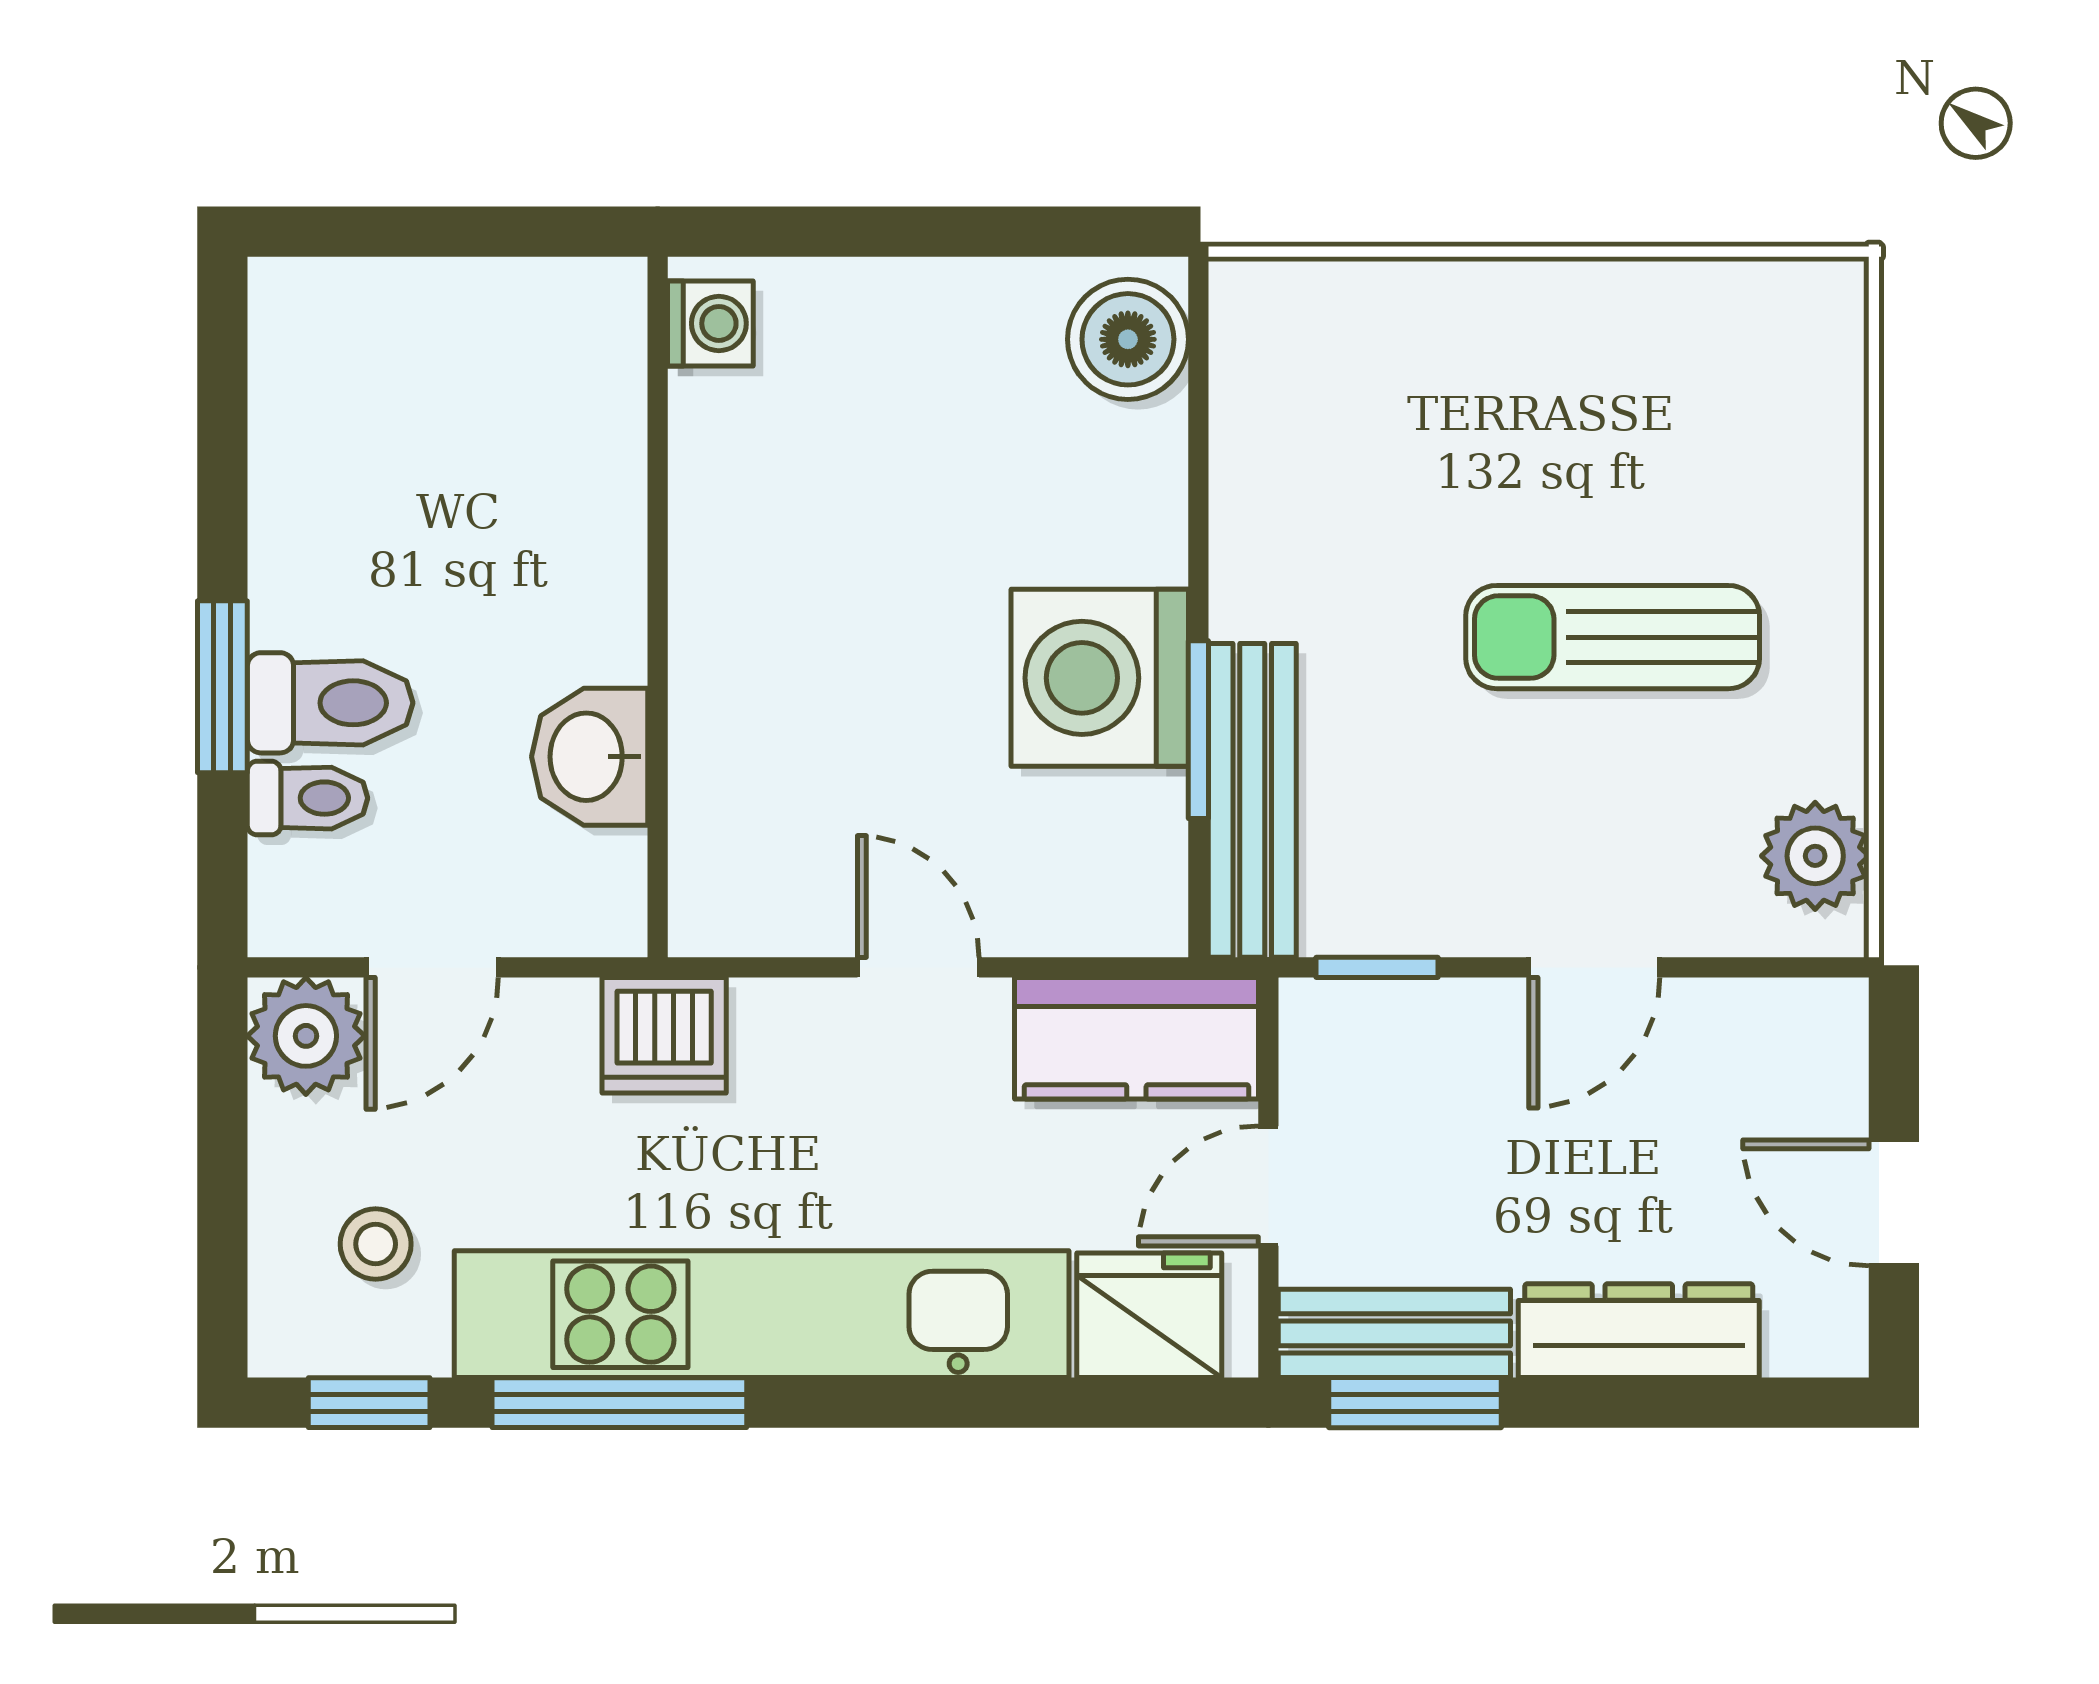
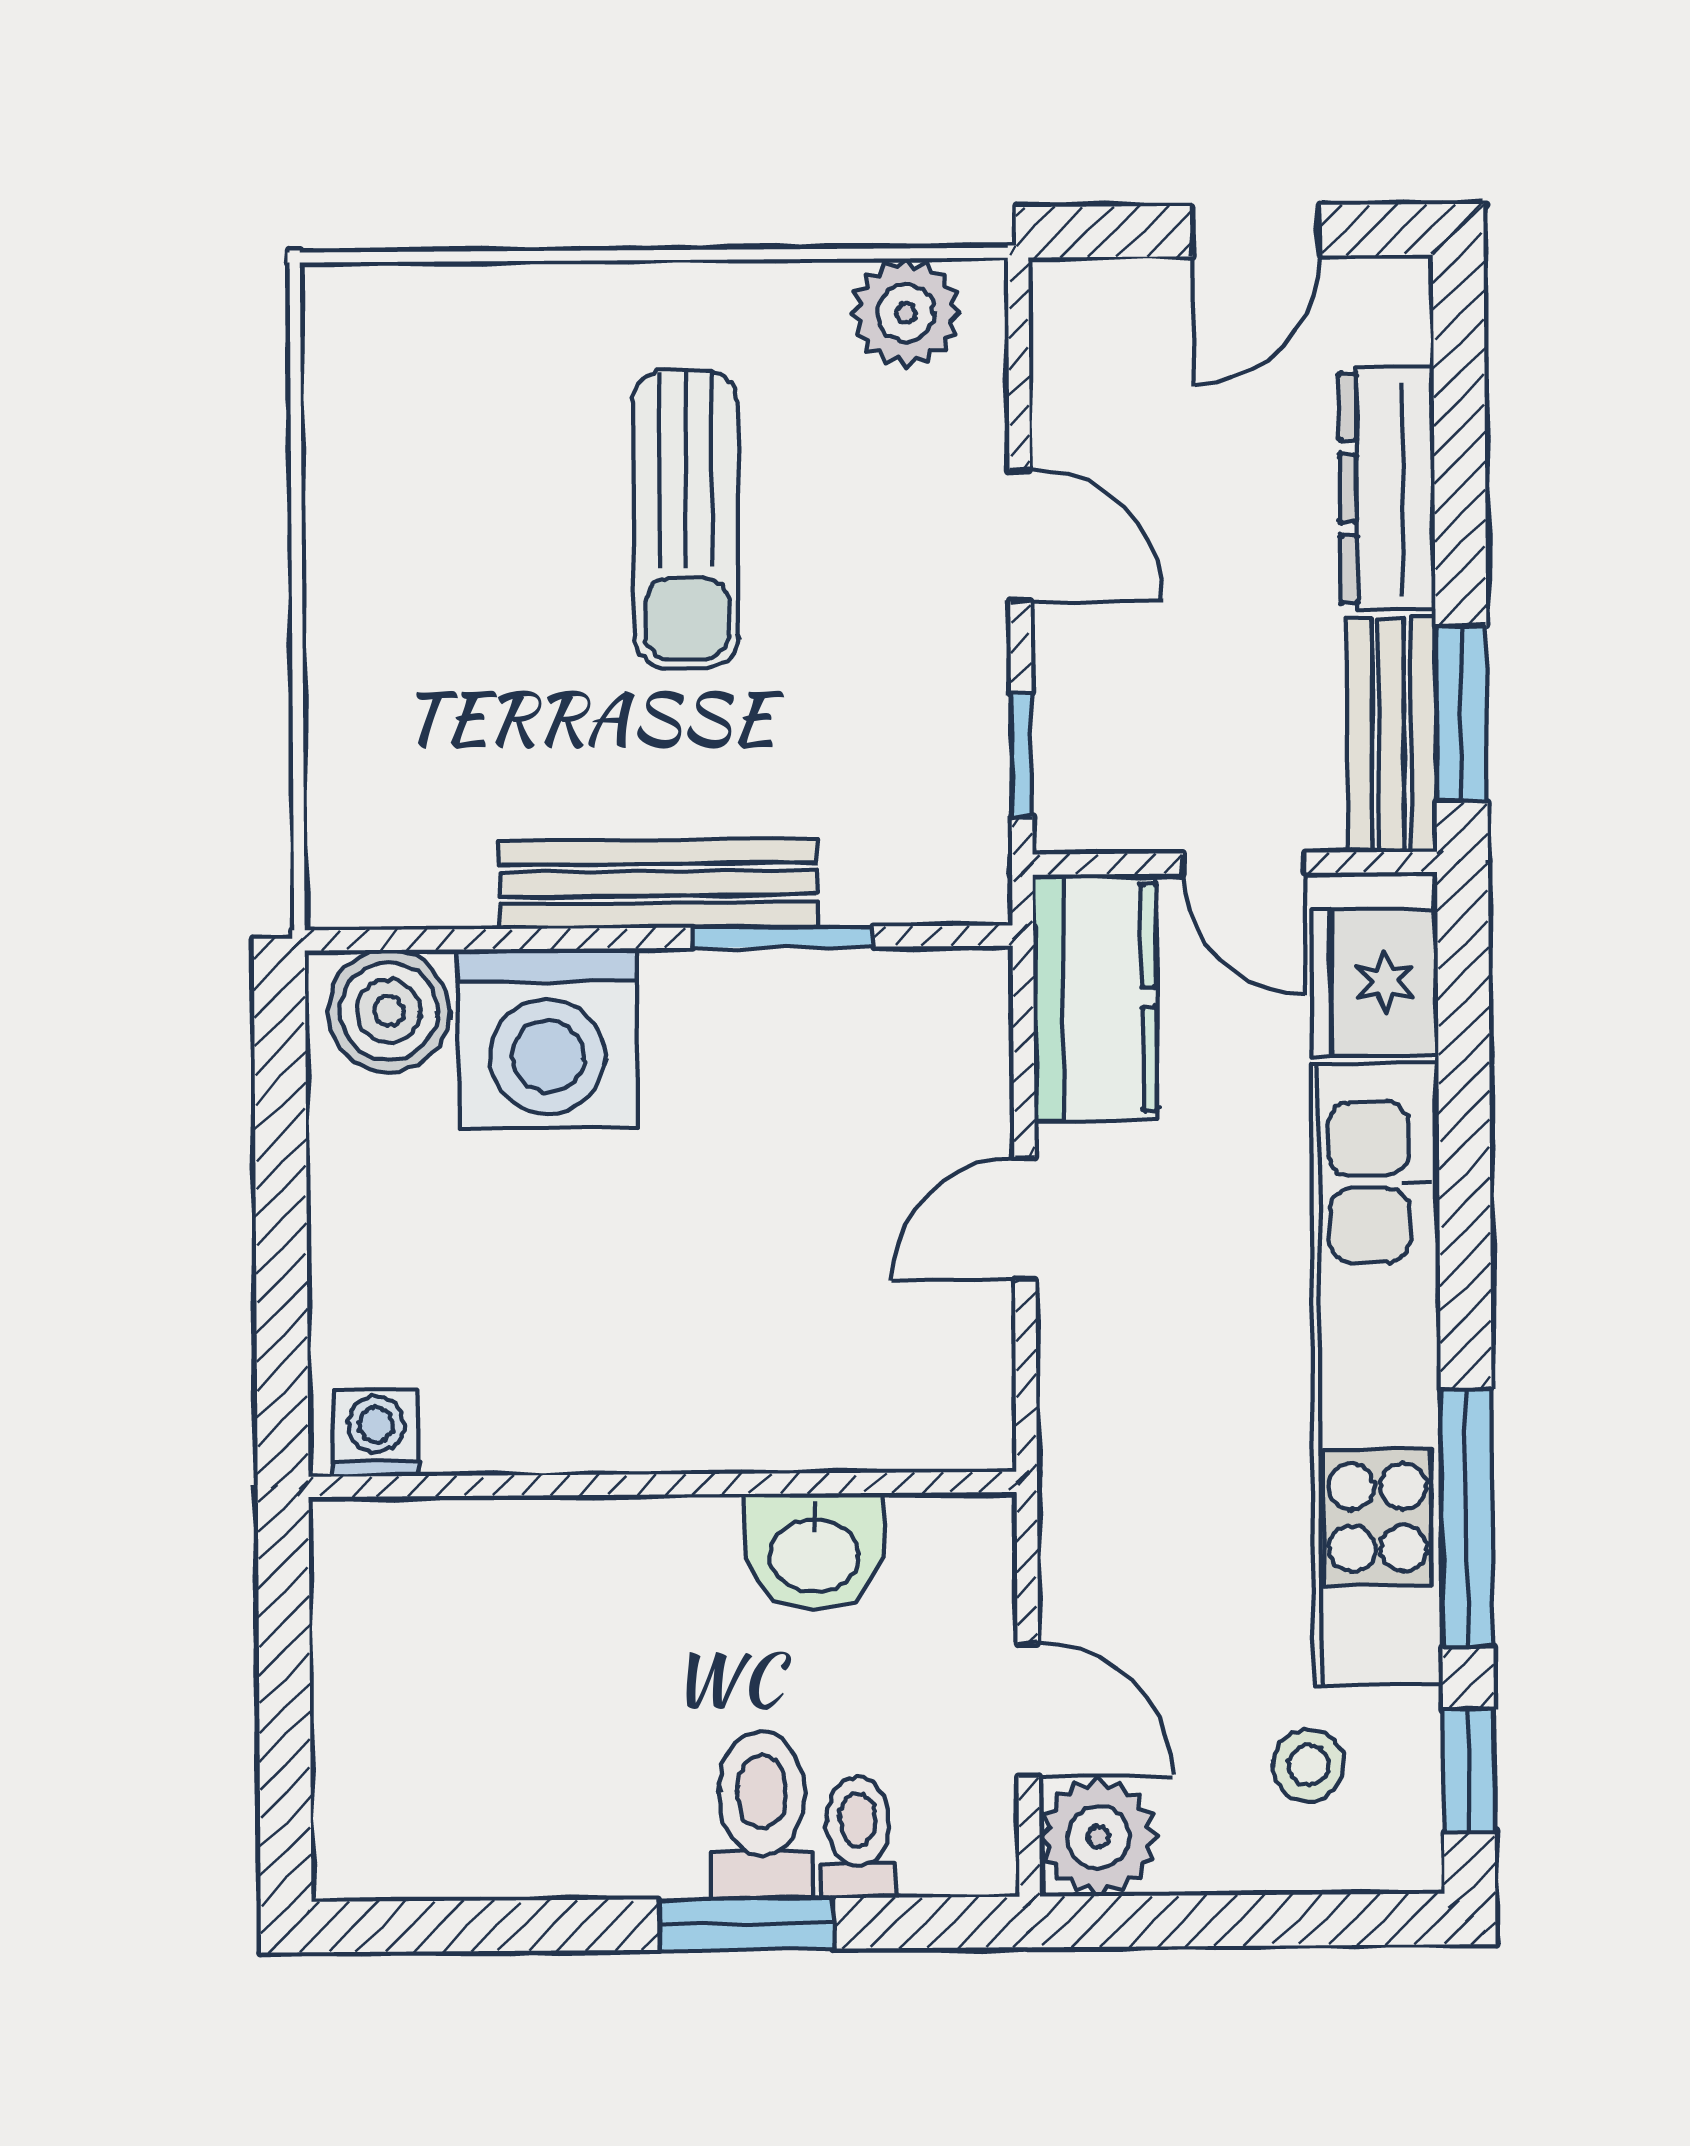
washing machine: (1100, 678) -> (548, 1039), moved
bench: (1252, 800) -> (659, 884), moved
dishwasher: (664, 1035) -> (1095, 1475), removed

